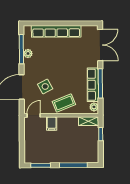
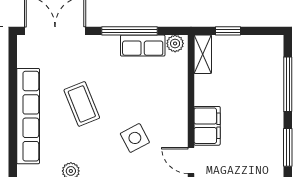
row of seats: (93, 85) -> (143, 46), width x0.68
coffee table: (64, 103) -> (82, 104), moved
filing cabinet: (52, 124) -> (207, 126), width x2.00

